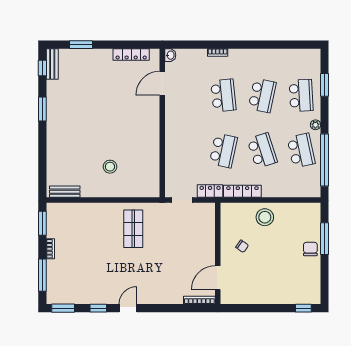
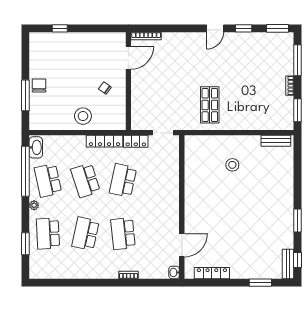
washbasin: (314, 185) -> (36, 147), added
chair: (310, 249) -> (39, 85), turned 180
window: (303, 308) -> (60, 28), moved

